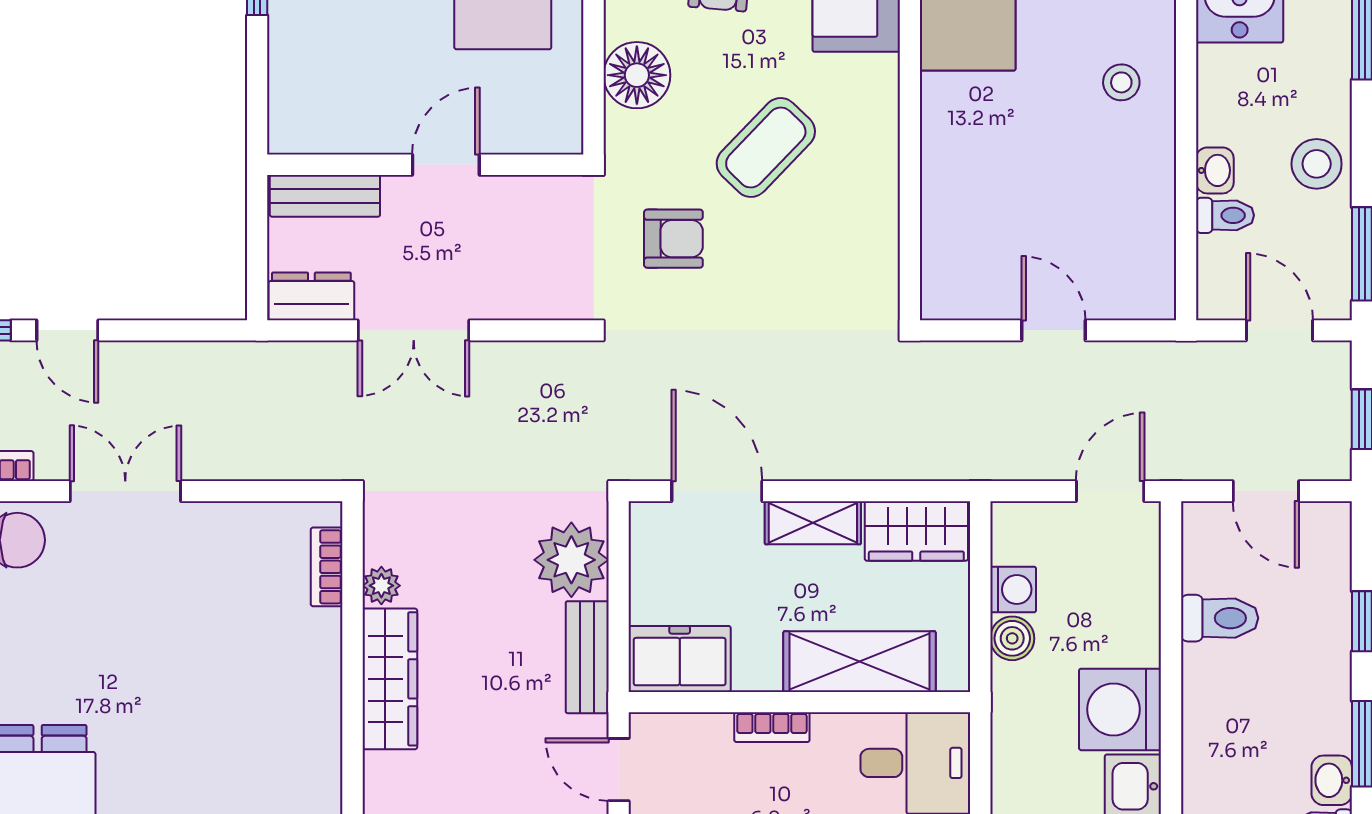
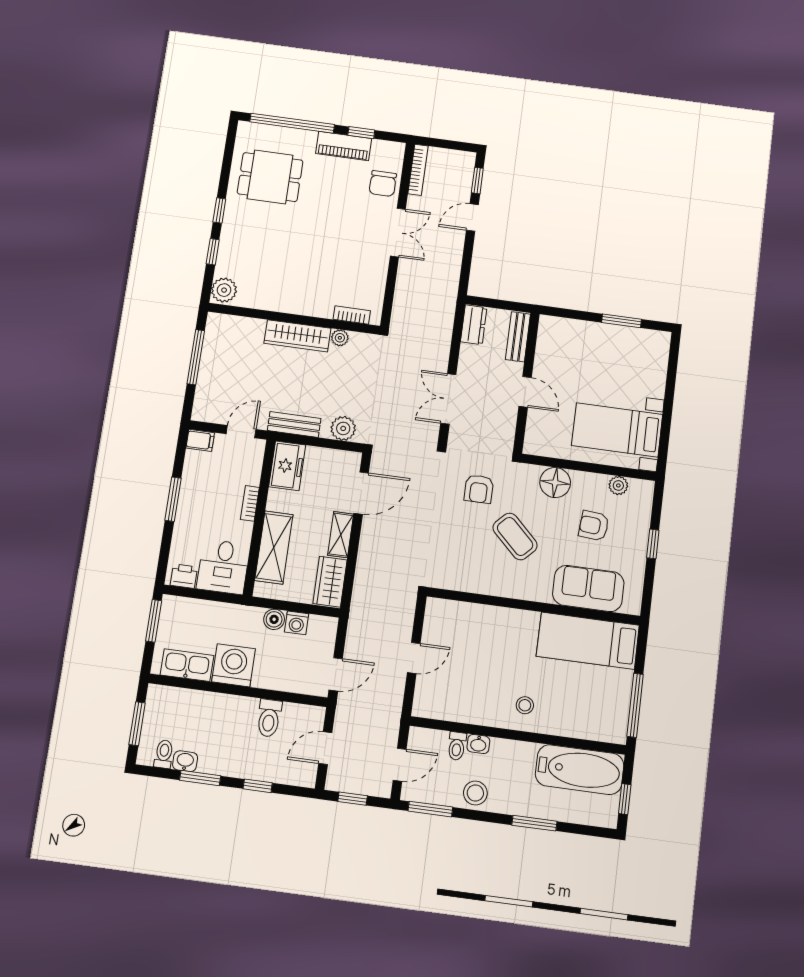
double door: (414, 330) -> (448, 399), moved
door: (1110, 491) -> (336, 674), hinge flipped
plant: (571, 560) -> (343, 428), width x0.73, depth x0.73

